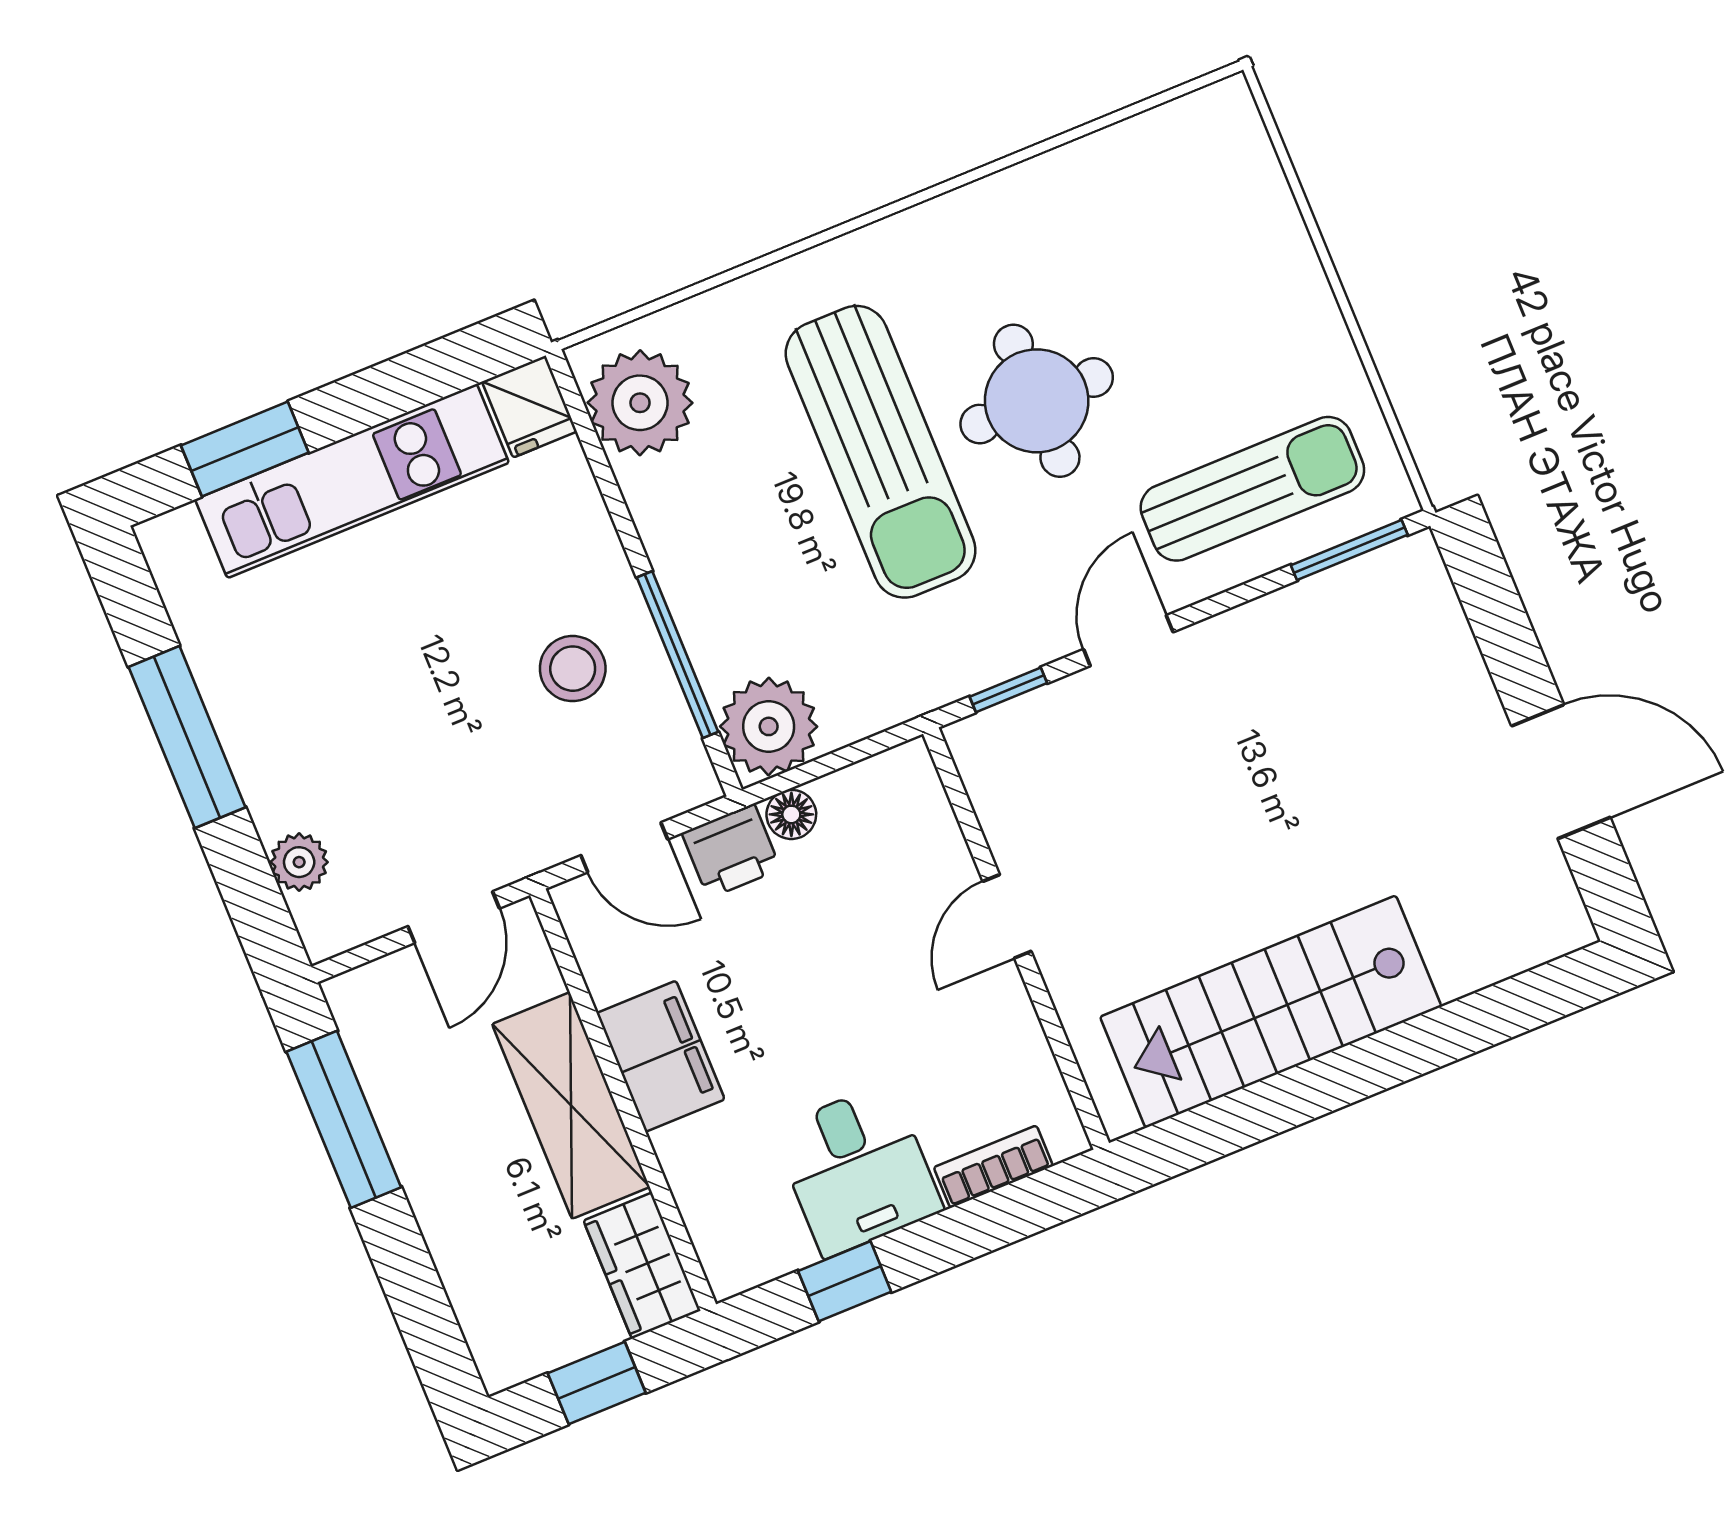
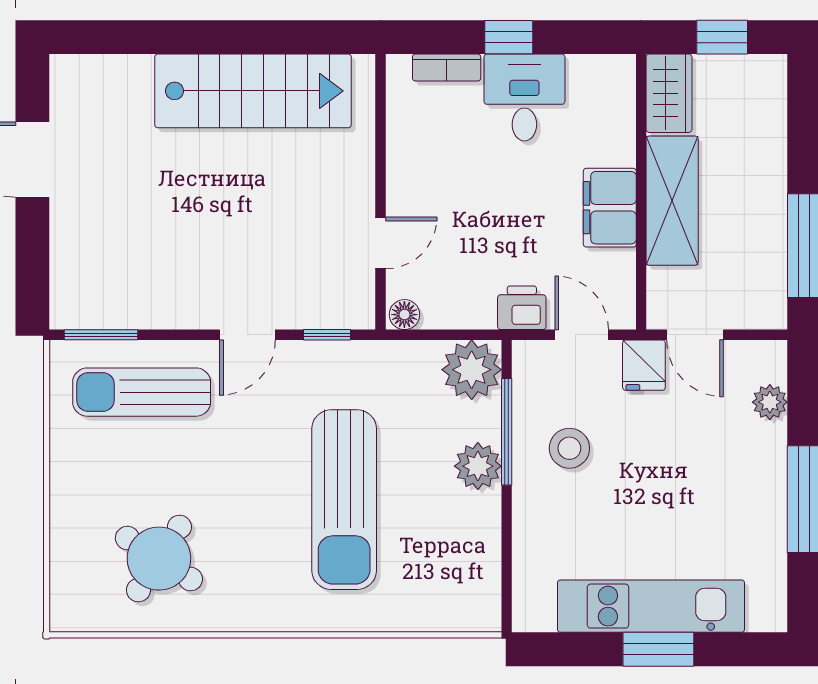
round table: (1037, 401) -> (159, 559), moved, turned 33
plant: (640, 403) -> (478, 466), moved, width x0.73, depth x0.73
fridge: (529, 407) -> (644, 365), moved, turned 180
window: (245, 449) -> (658, 649), moved
sun lounger: (881, 452) -> (344, 500), turned 180
floor lamp: (791, 814) -> (404, 315), moved
door: (1007, 916) -> (380, 243), moved
door: (454, 917) -> (695, 335), swing flipped
window: (845, 1281) -> (509, 37), moved

